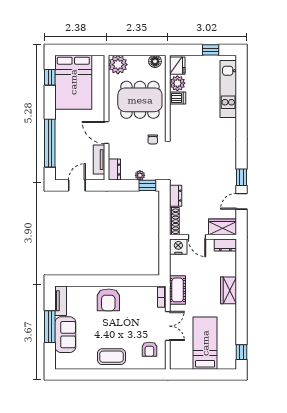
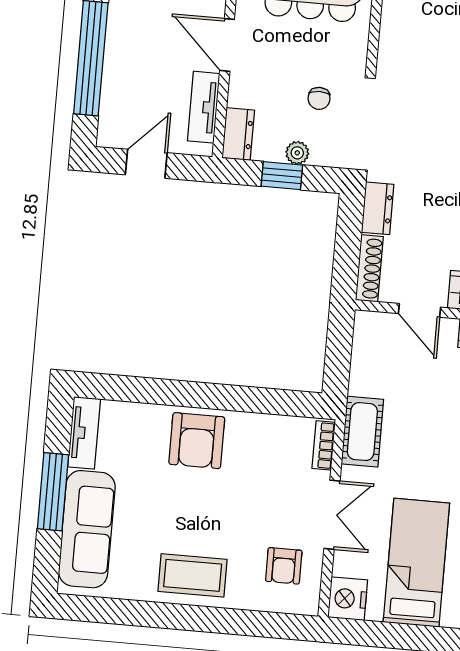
chair: (153, 139) -> (319, 98), moved
window: (147, 185) -> (282, 176), moved
nightstand: (178, 247) -> (348, 599), moved, turned -90
sofa: (65, 335) -> (87, 529), width x1.36

